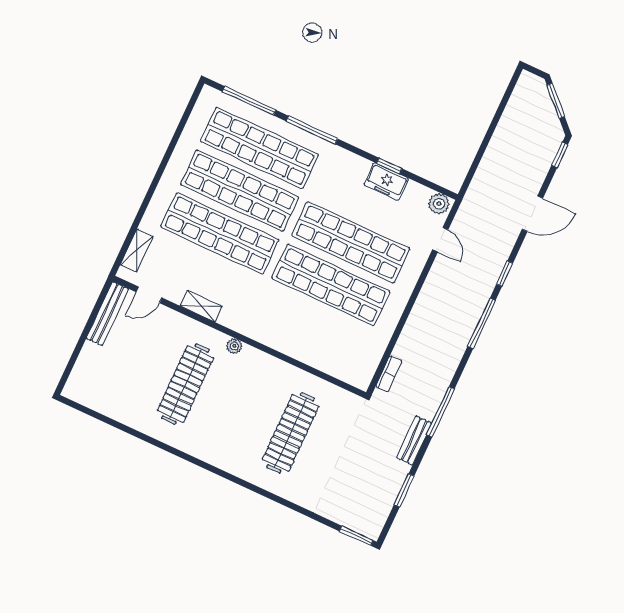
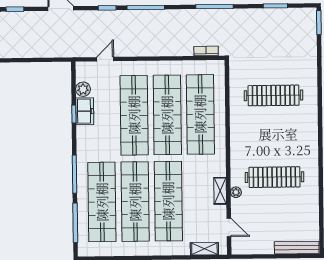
plant: (439, 204) -> (83, 89), moved
bench: (107, 314) -> (297, 248), moved
shop shelf: (311, 328) -> (200, 114), added
plant: (234, 346) -> (236, 192), moved
bench: (414, 440) -> (241, 15), removed

